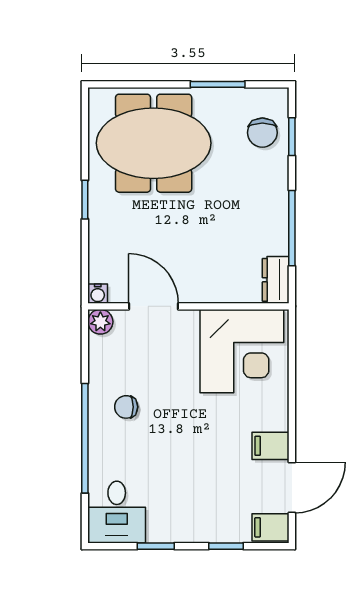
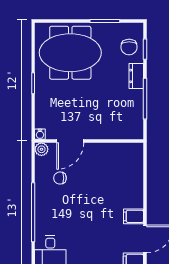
dresser: (276, 280) -> (136, 76), moved
door: (154, 306) -> (70, 141), swing flipped
corner desk: (242, 351) -> (118, 165), removed
chair: (126, 407) -> (60, 178), moved

